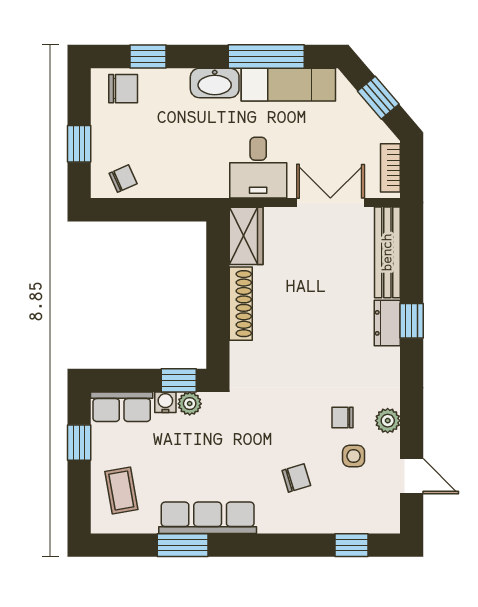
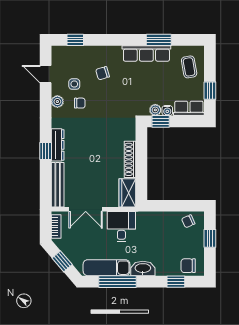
dresser: (387, 323) -> (58, 145), width x1.44

